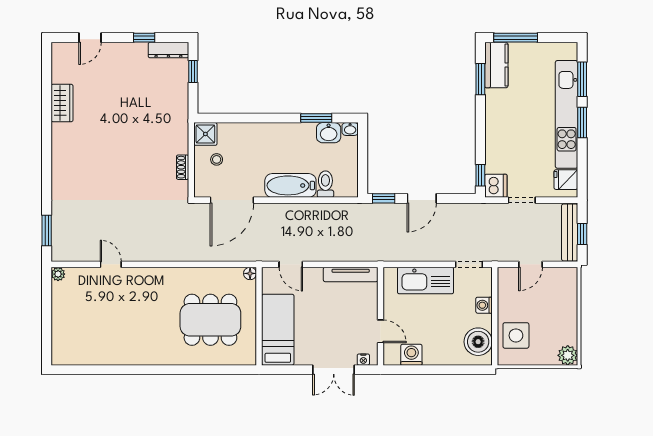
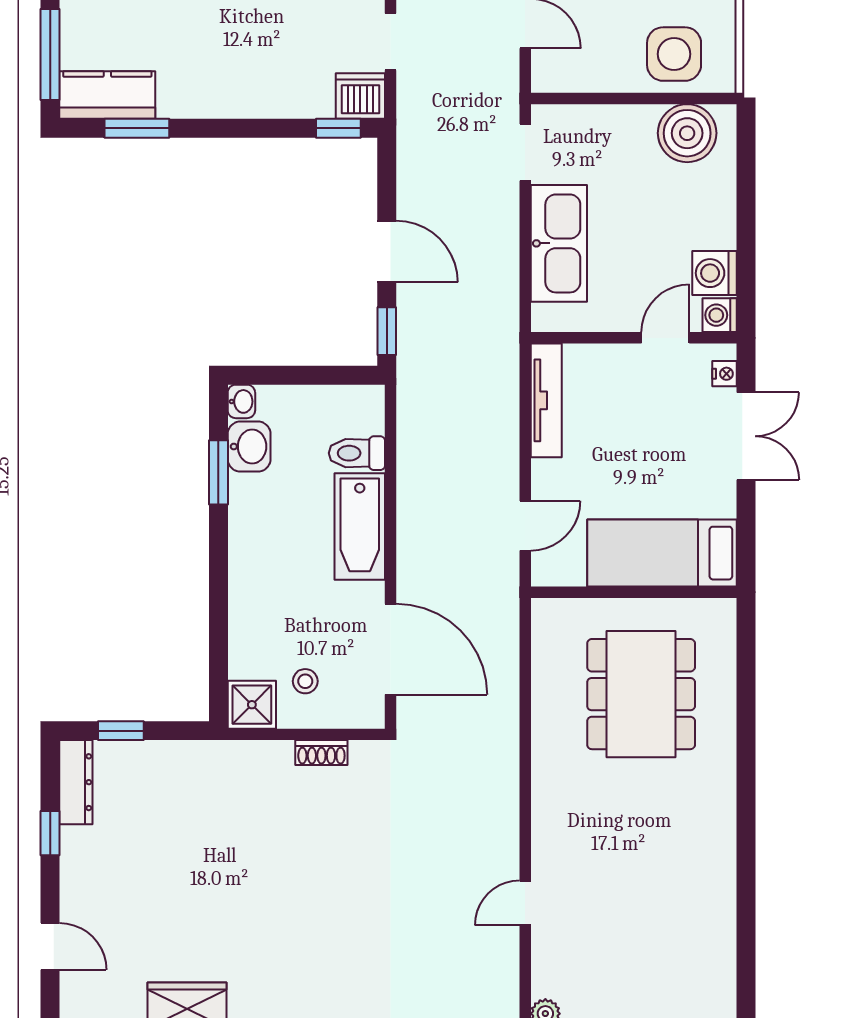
floor lamp: (250, 273) -> (544, 611), removed
washing machine: (484, 305) -> (720, 315), moved, turned 90

